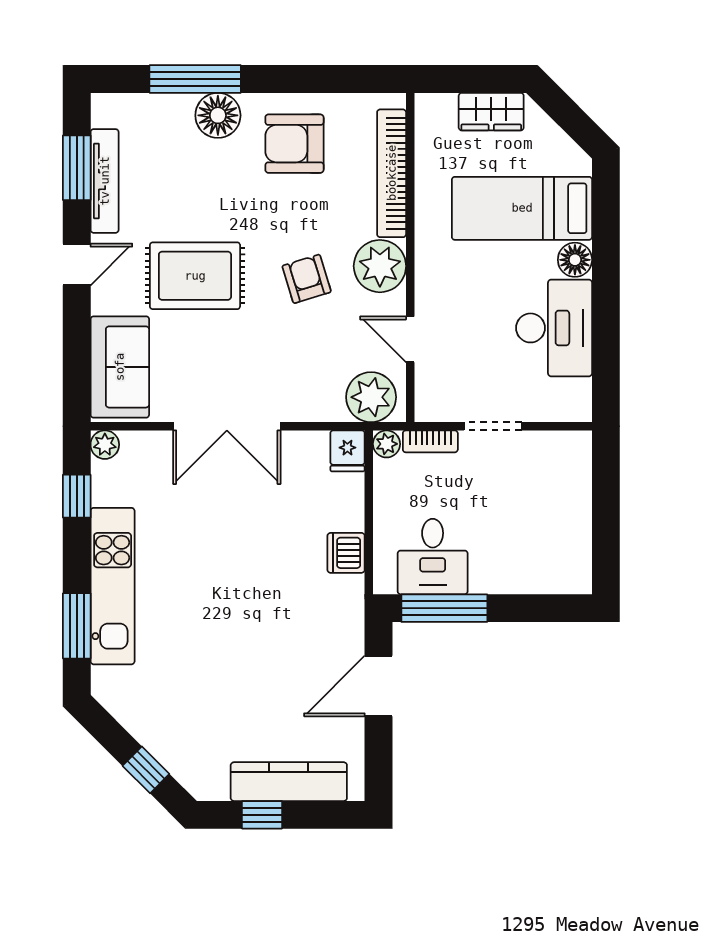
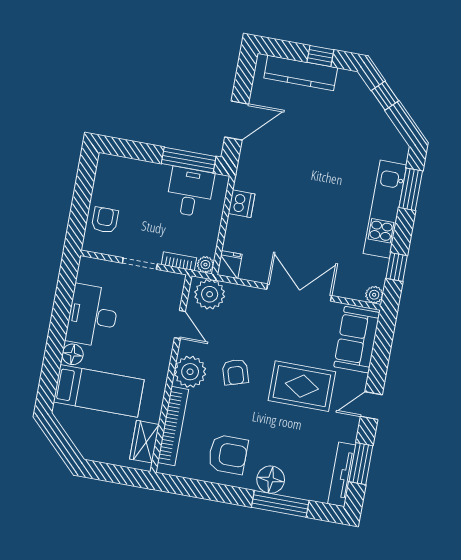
wardrobe: (491, 112) -> (144, 442), moved, turned -90
tv unit: (105, 181) -> (342, 474), moved
armchair: (562, 486) -> (105, 220), added

